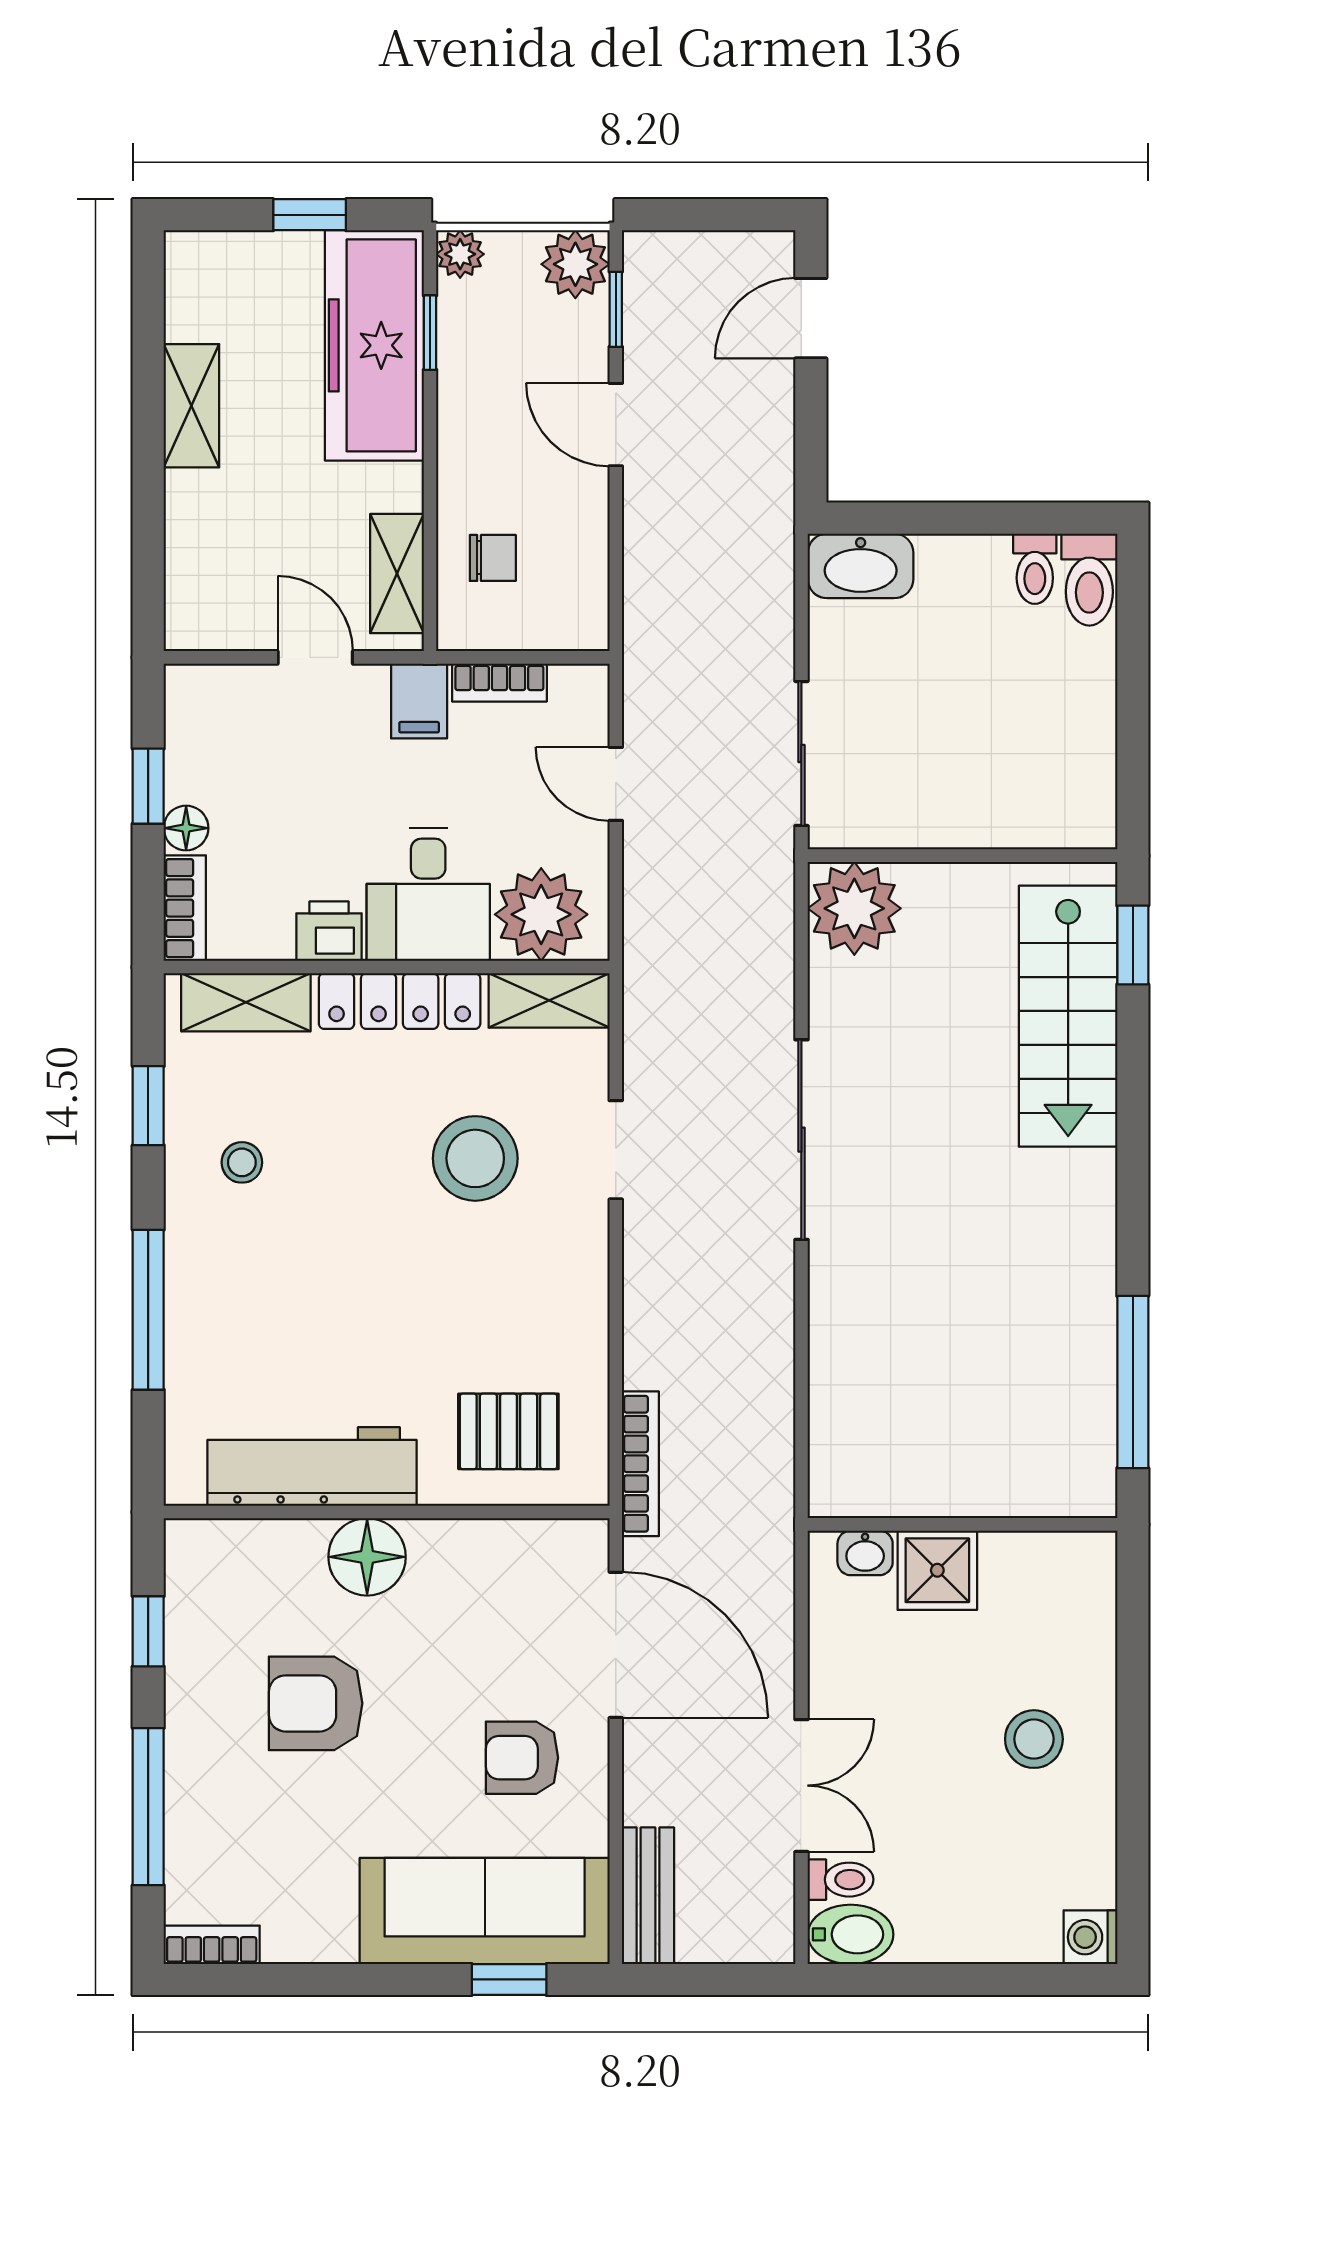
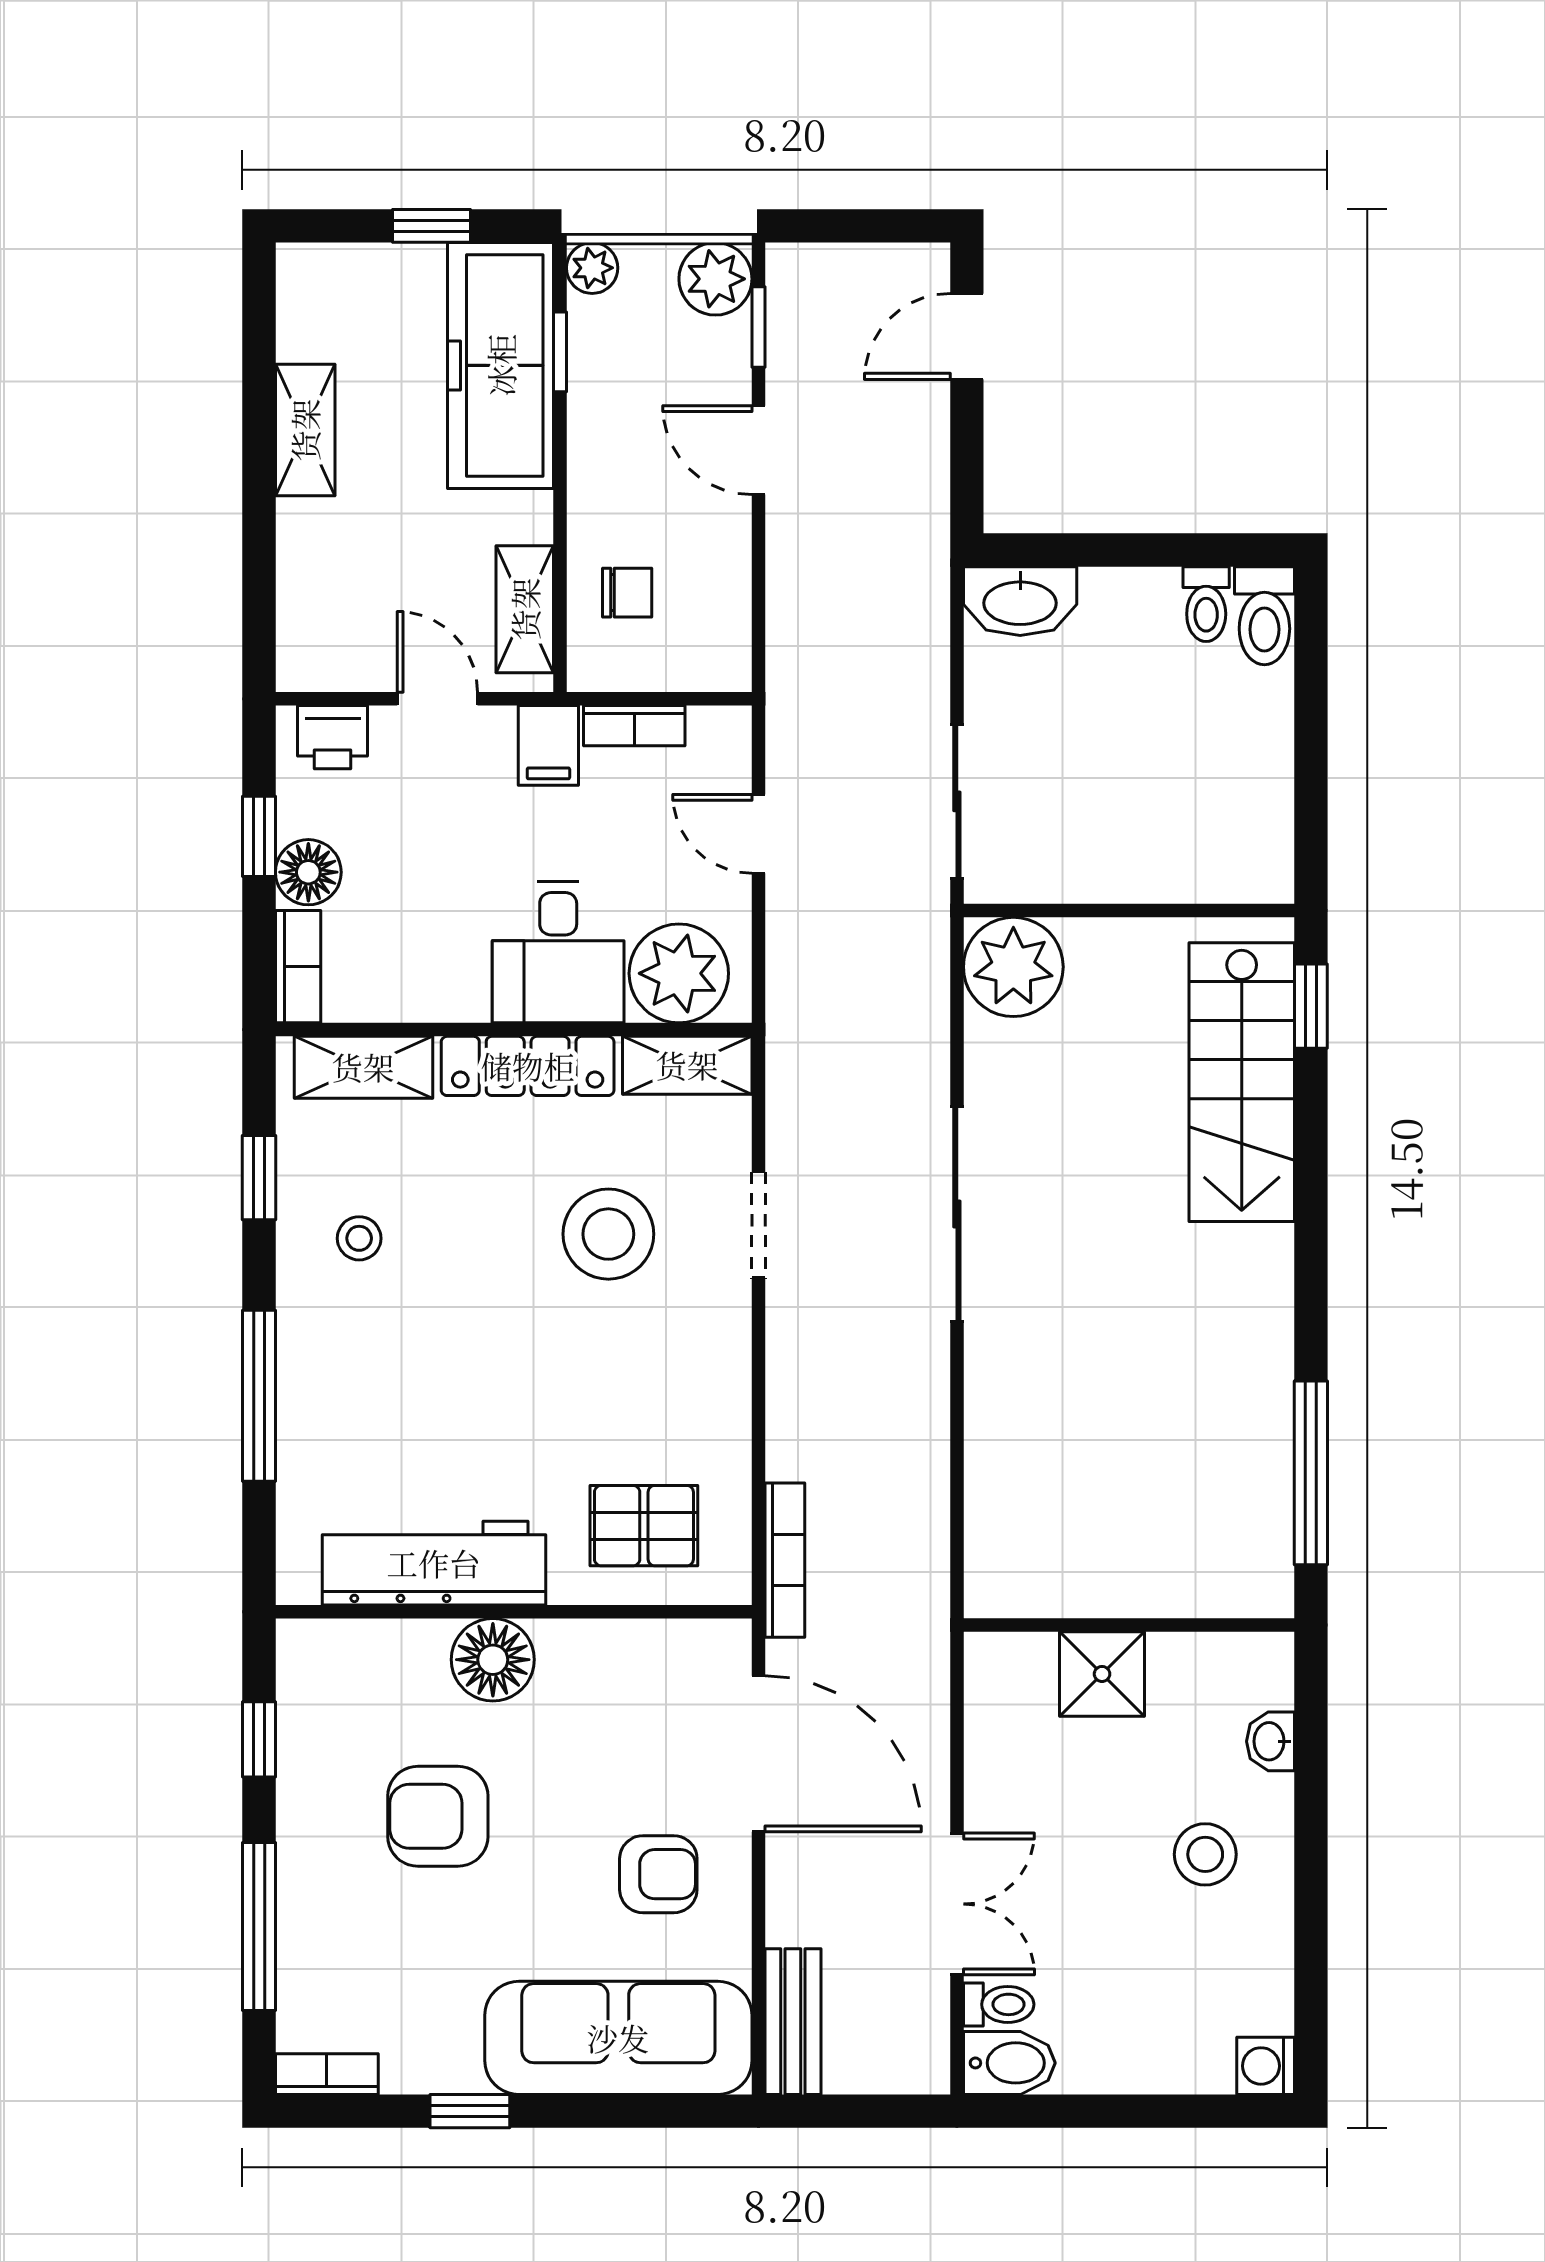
floor lamp: (186, 828) -> (308, 872), width x1.37, depth x1.37
printer: (329, 931) -> (333, 737), moved, turned 180
washbasin: (865, 1553) -> (1270, 1741), moved, turned 90
armchair: (522, 1758) -> (658, 1874), turned 180
window: (509, 1979) -> (470, 2111), moved

